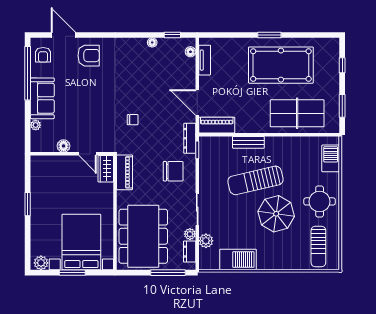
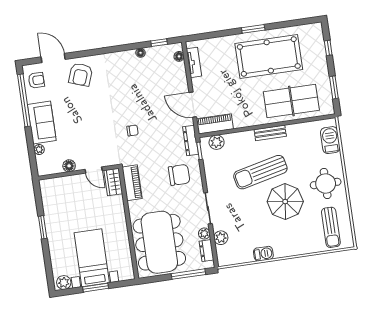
armchair: (43, 55) -> (36, 80), turned -90
armchair: (89, 56) -> (81, 75), turned 110
bench: (248, 142) -> (270, 133), moved
plant: (216, 144) -> (217, 142), added
bed with nightstands: (81, 242) -> (92, 258), width x0.73
barbecue: (238, 259) -> (263, 254), width x0.53, depth x0.65

